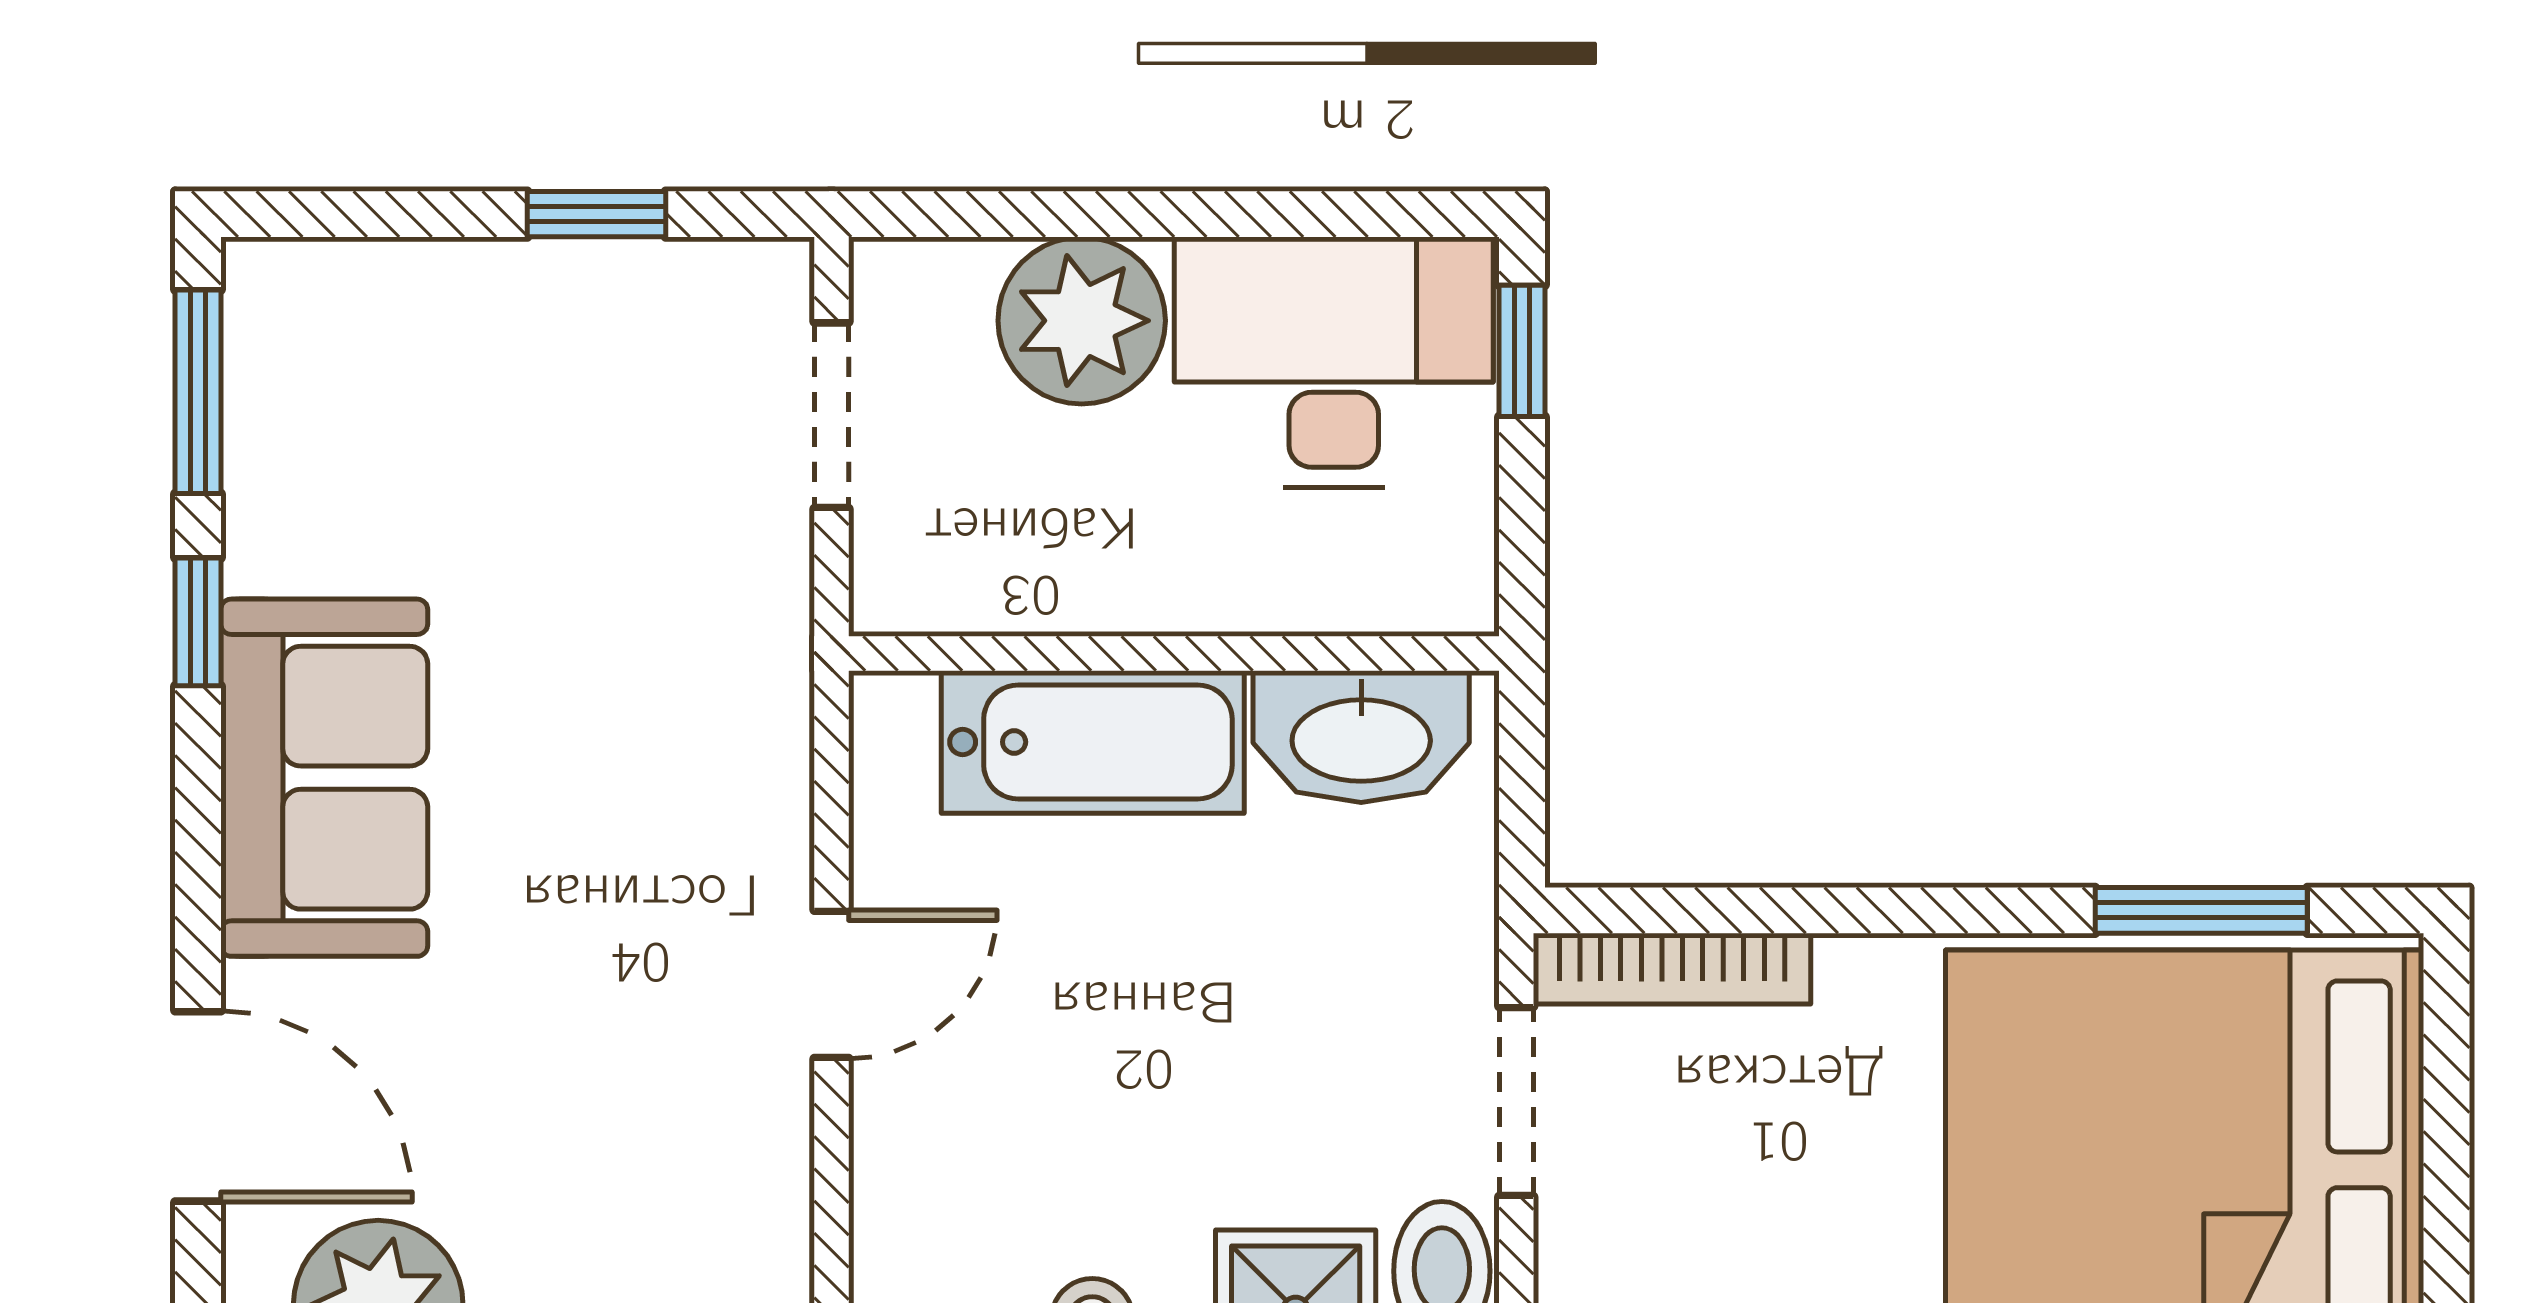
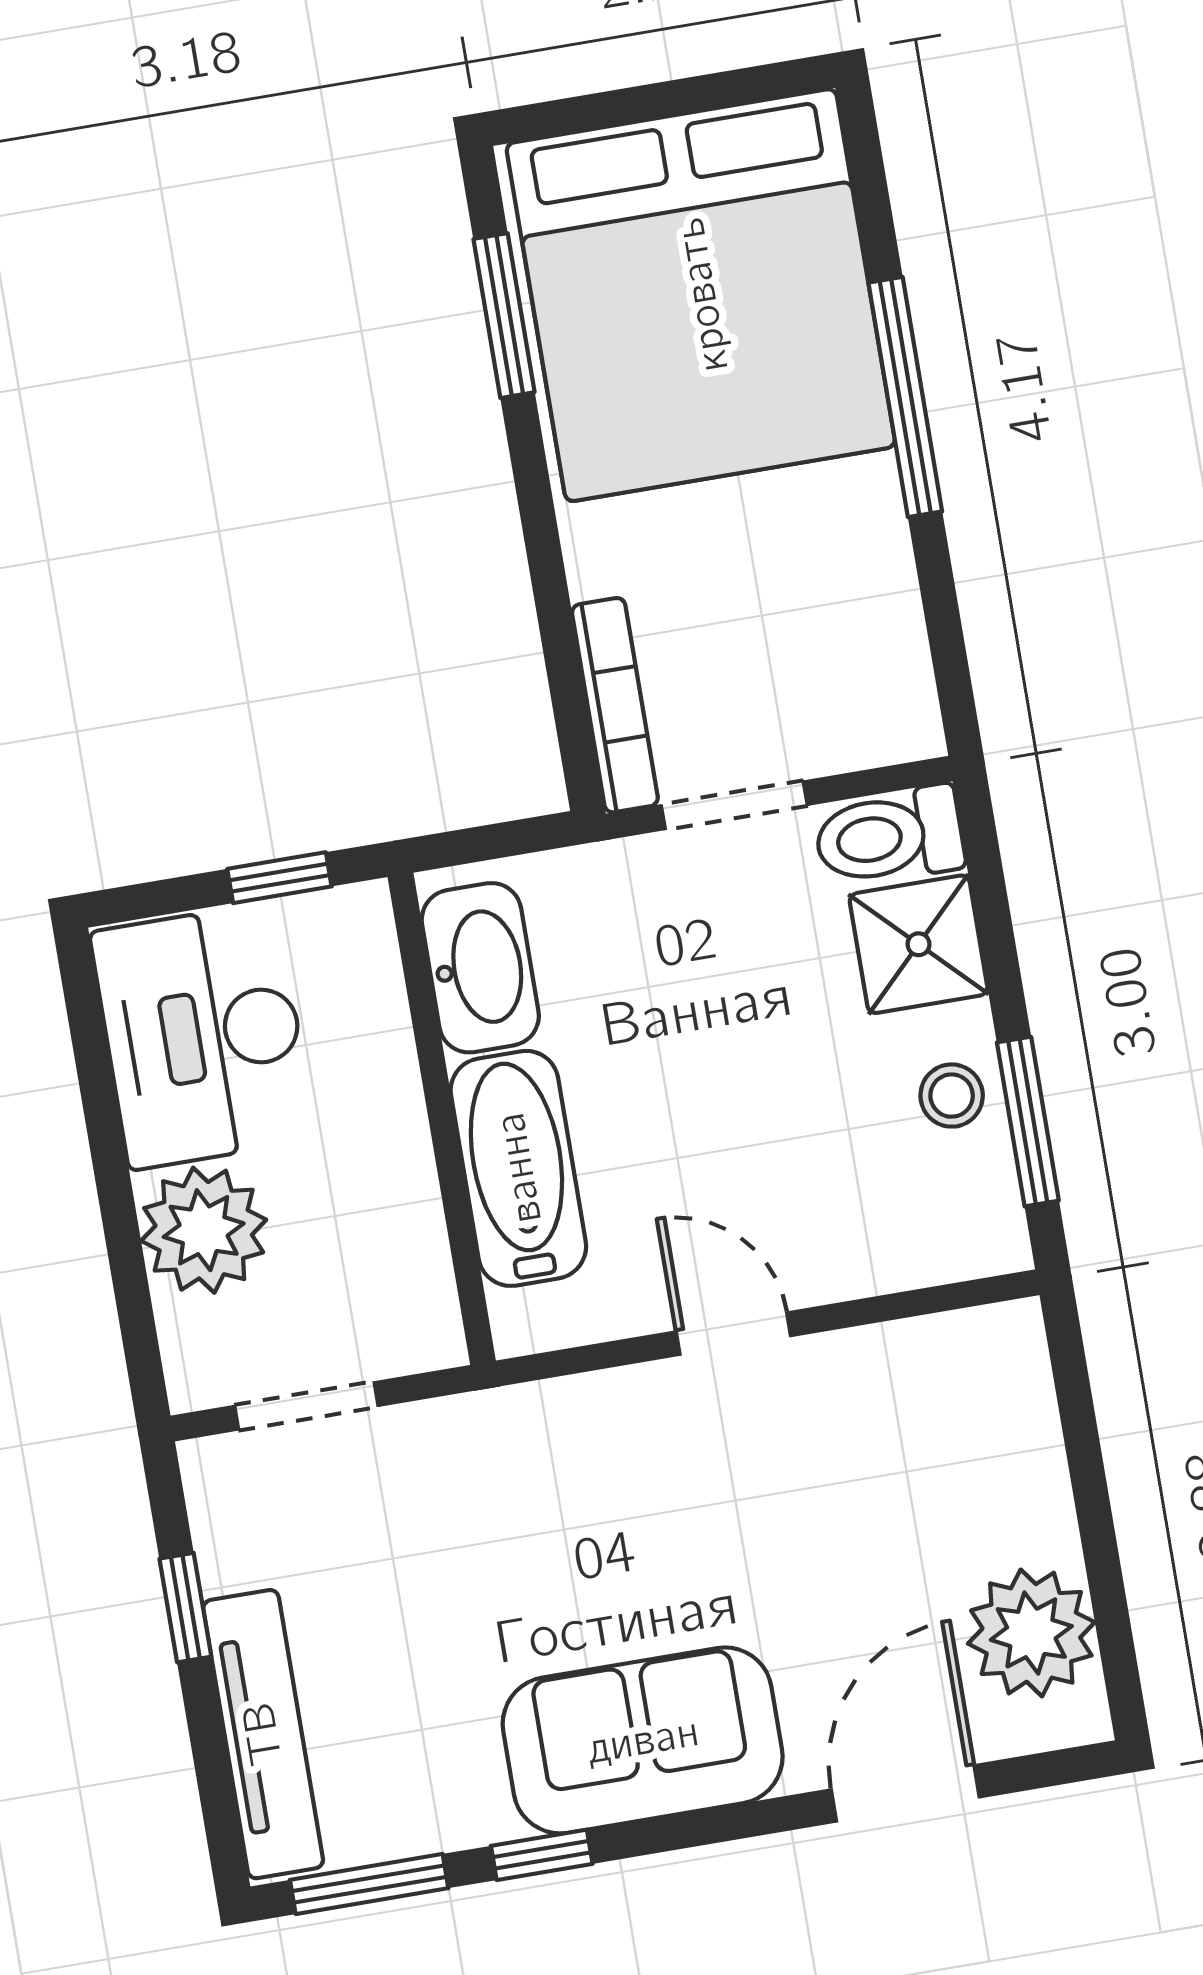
tv unit: (415, 287) -> (263, 1734), added
window: (1522, 351) -> (279, 878), moved

